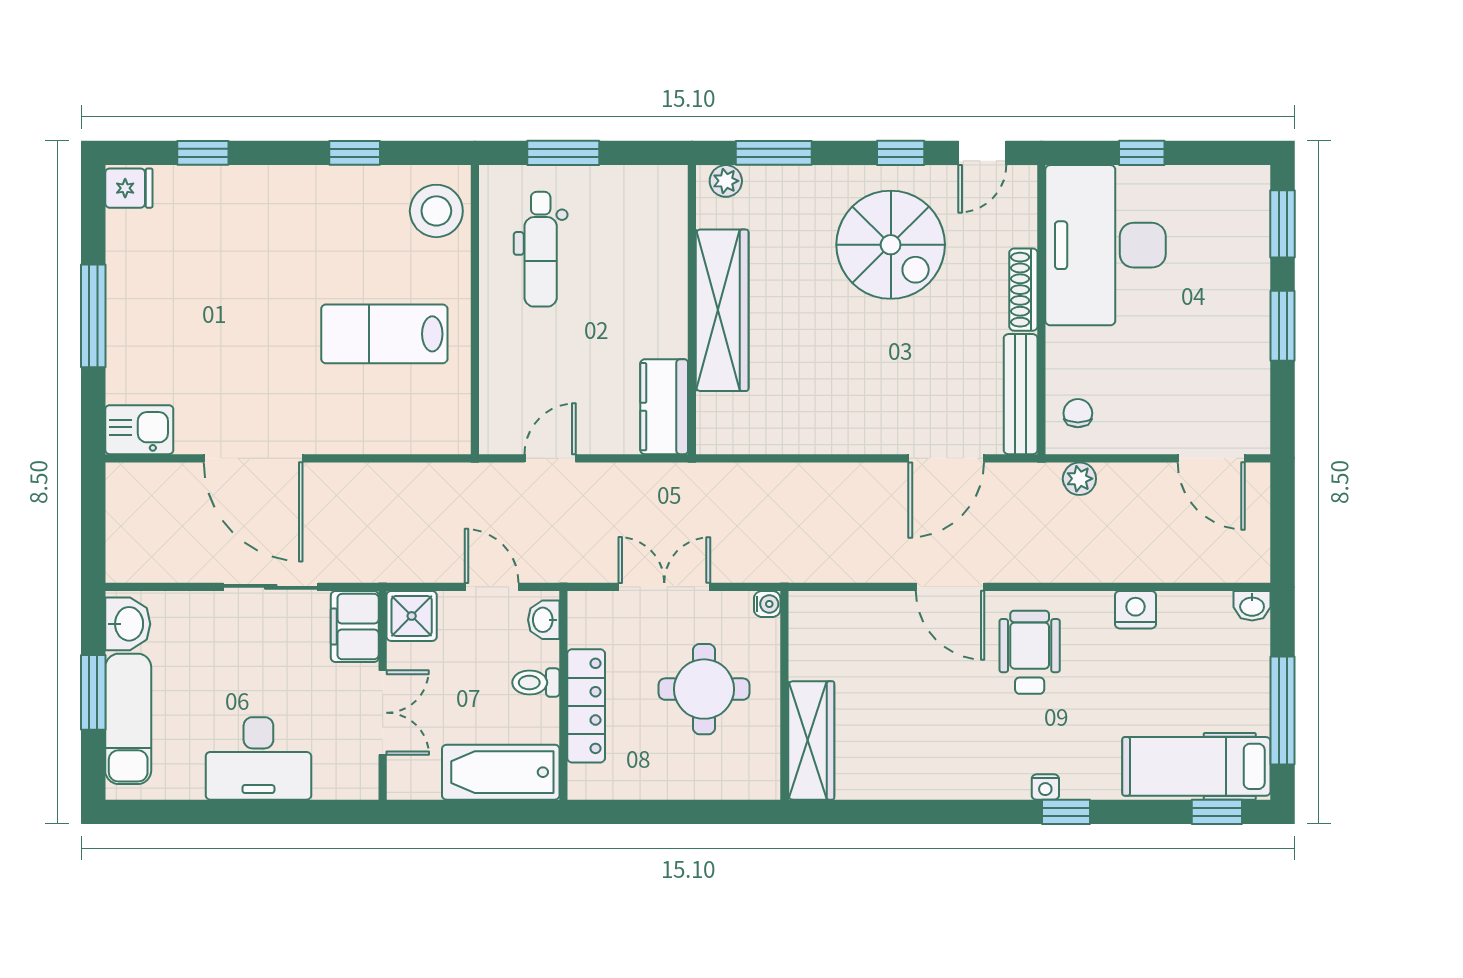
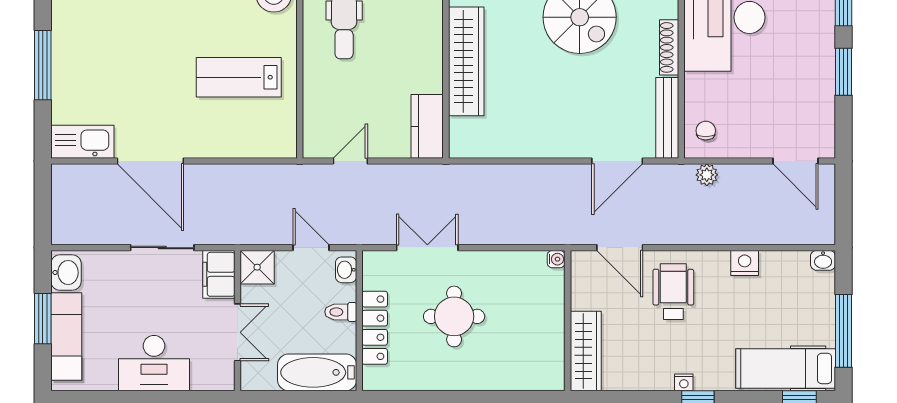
kitchen sink: (139, 430) -> (82, 142), width x1.38
water cooler: (767, 604) -> (556, 259), moved
wall: (784, 695) -> (568, 321), moved
wardrobe: (811, 740) -> (586, 351), moved

